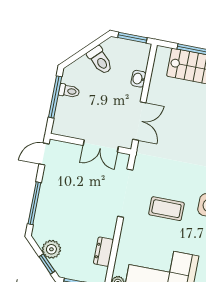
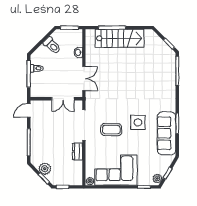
dresser: (104, 252) -> (77, 152), moved

